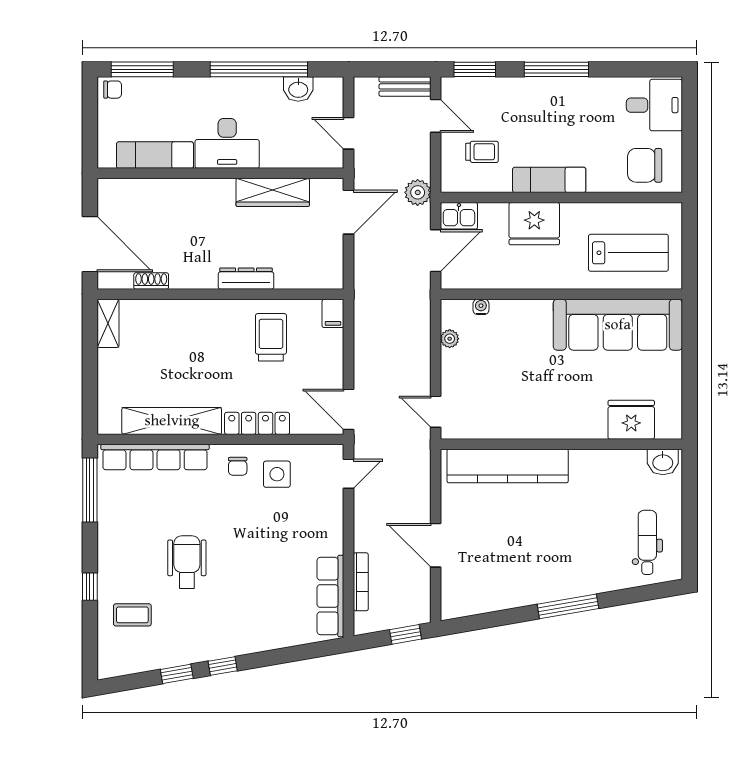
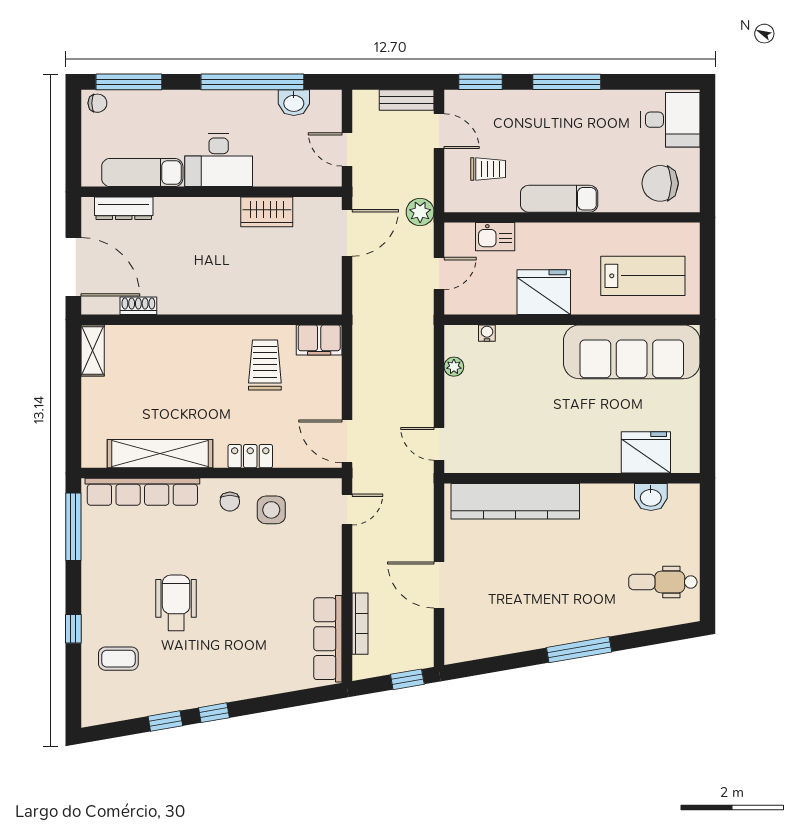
wardrobe: (273, 192) -> (267, 212), width x0.67
kitchen sink: (459, 216) -> (495, 237), moved
fridge: (534, 224) -> (544, 292), moved, turned 180
door: (436, 251) -> (439, 274), width x0.73
dresser: (246, 279) -> (124, 208), moved, turned 180
filing cabinet: (333, 313) -> (319, 340), width x2.00
locker: (257, 423) -> (250, 456), width x0.66
washbasin: (663, 462) -> (651, 497), moved
dental chair: (647, 542) -> (663, 582), turned -90

